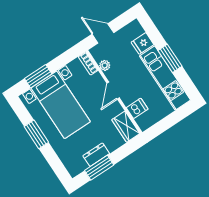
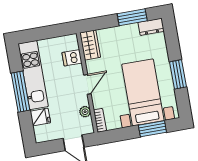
window: (170, 58) -> (20, 92), width x1.44
dresser: (96, 155) -> (151, 27), moved

